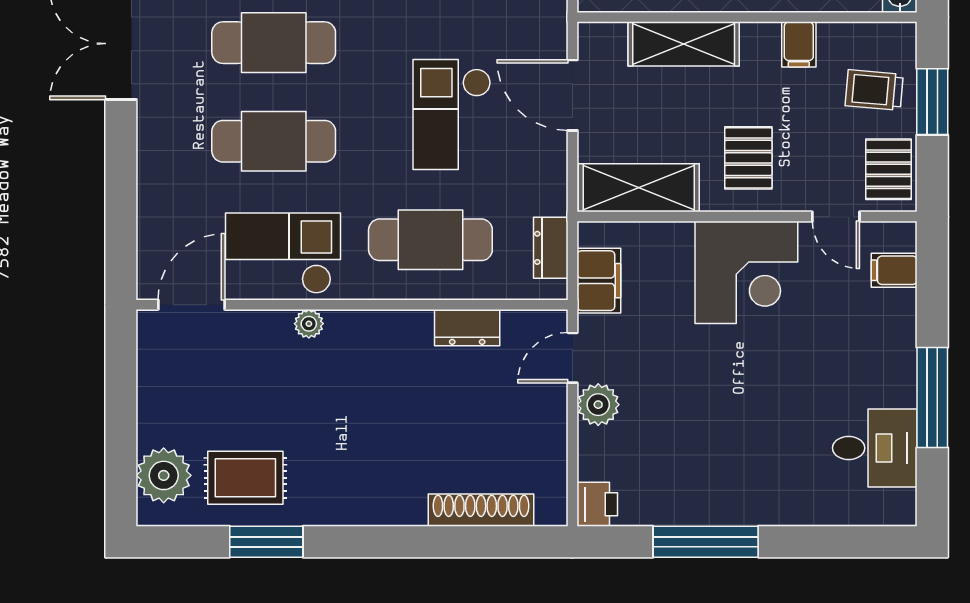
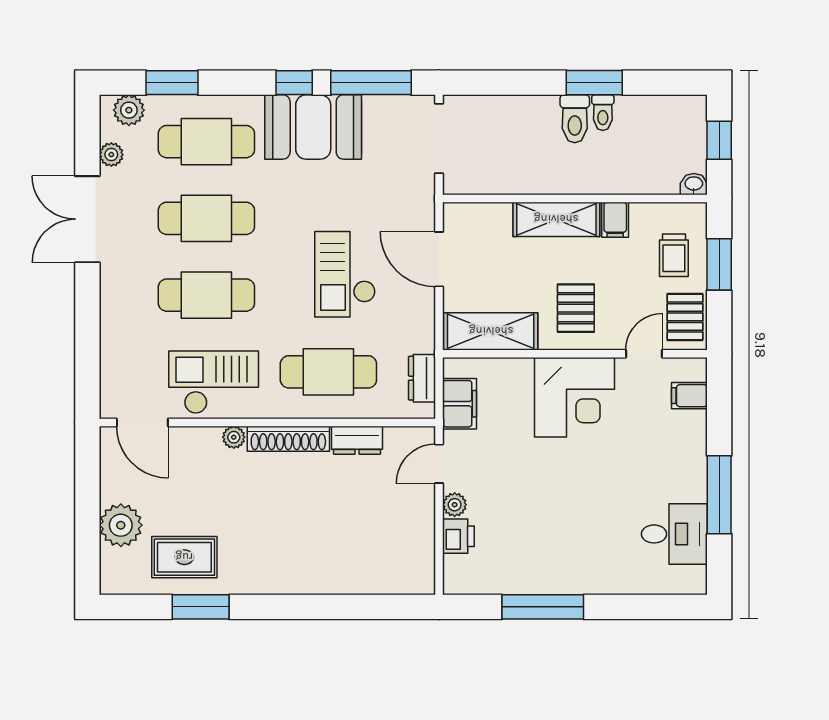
shelving: (684, 44) -> (556, 219), moved
trolley: (874, 90) -> (674, 255), turned -95
door: (836, 217) -> (644, 354), swing flipped
door: (191, 305) -> (142, 422), swing flipped
plant: (598, 405) -> (455, 505), width x0.73, depth x0.73
plant: (164, 475) -> (121, 525), moved
printer: (597, 504) -> (458, 536), moved
shoe rack: (481, 510) -> (288, 439), moved, turned 180

